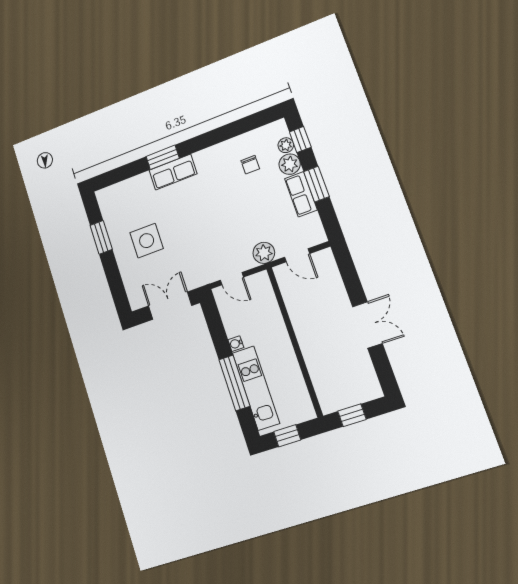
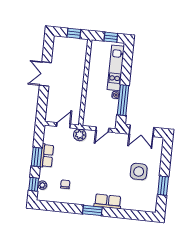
window: (163, 157) -> (92, 210), moved
plant: (290, 164) -> (45, 174), removed
door: (297, 255) -> (63, 125), hinge flipped
door: (232, 279) -> (102, 129), swing flipped
window: (234, 383) -> (123, 100), moved

